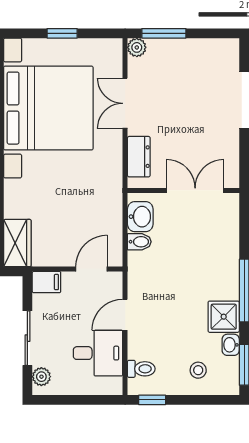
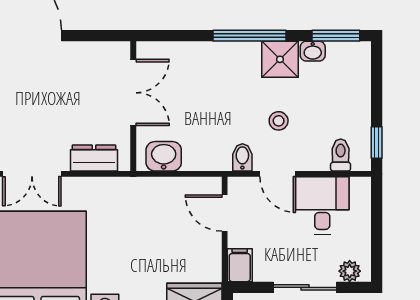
double door: (195, 190) -> (133, 93), swing flipped
bidet: (139, 242) -> (242, 157), moved
stool: (198, 370) -> (279, 121), moved

